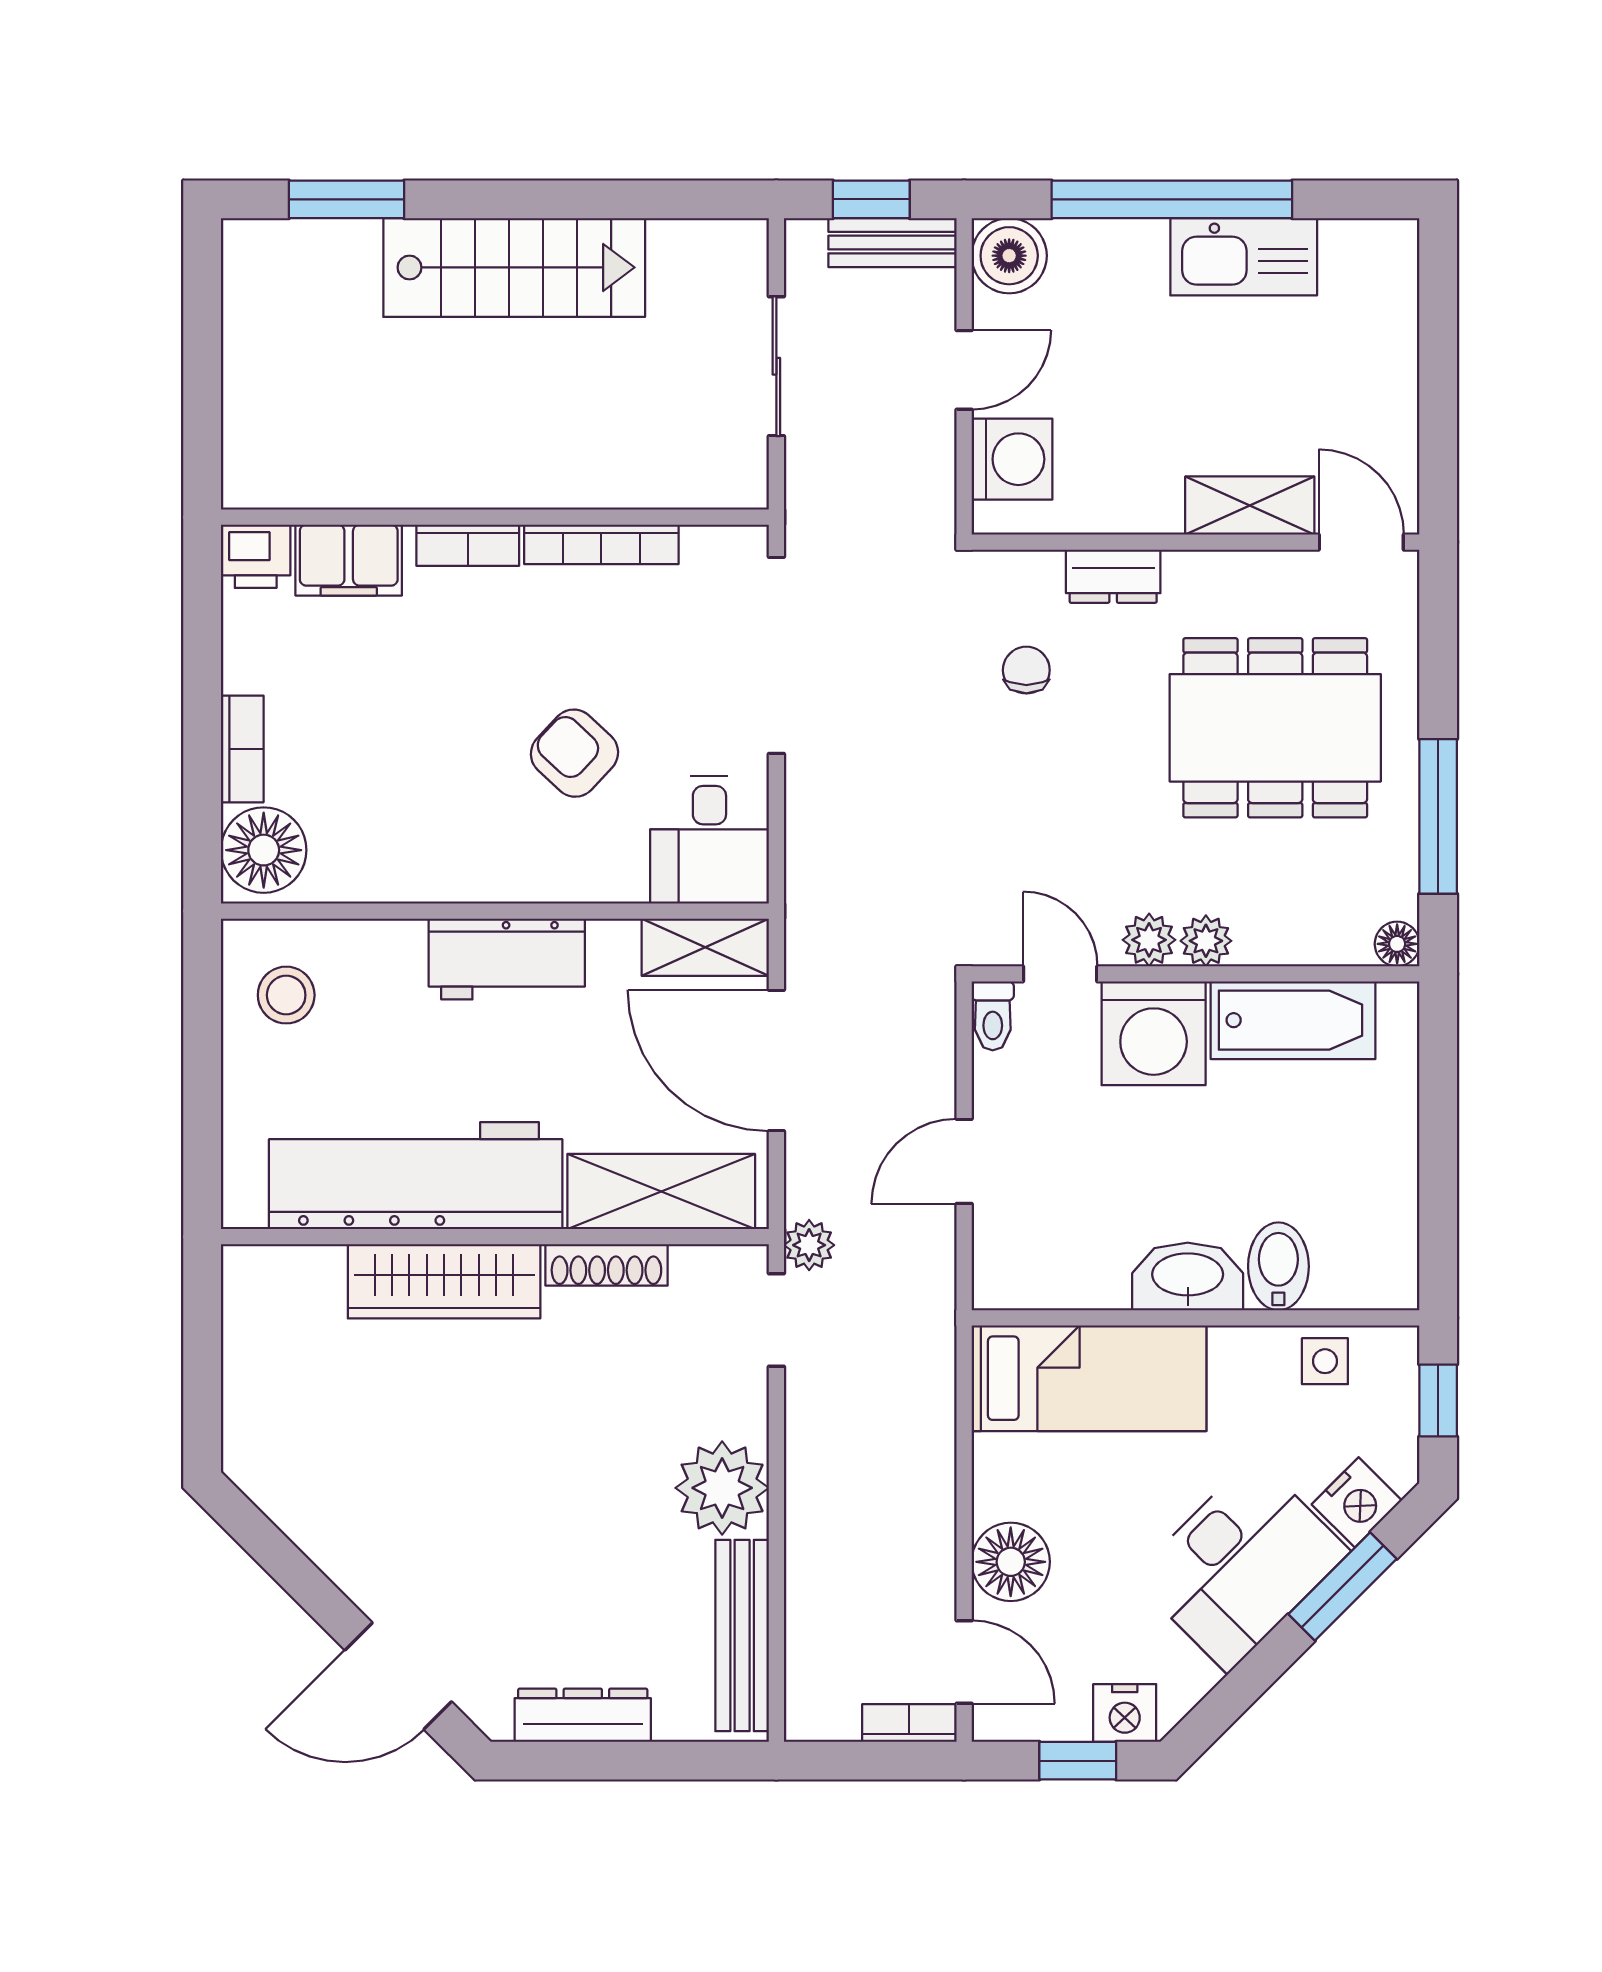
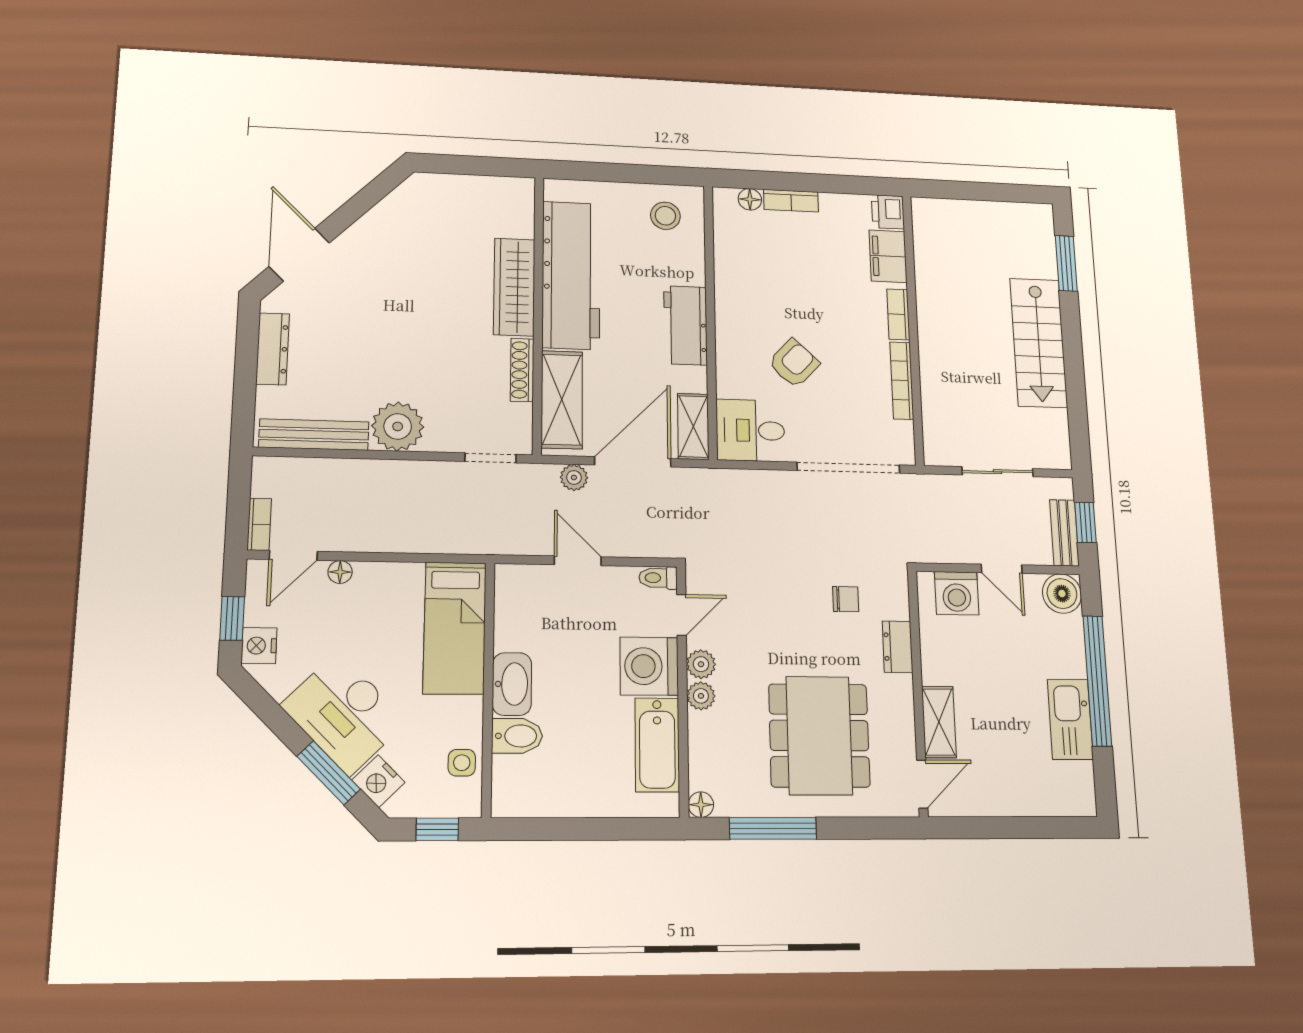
floor lamp: (264, 850) -> (750, 199), width x0.53, depth x0.53
plant: (809, 1245) -> (574, 477), moved
floor lamp: (1011, 1562) -> (340, 572), width x0.53, depth x0.53

